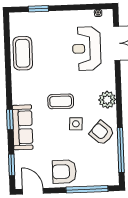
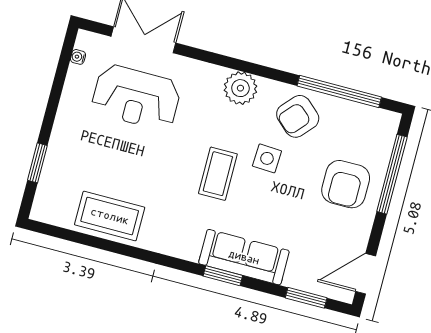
armchair: (64, 172) -> (346, 184), moved

